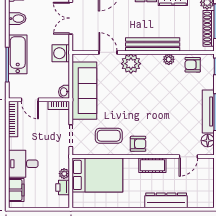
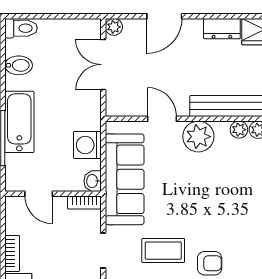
washing machine: (61, 53) -> (87, 145), moved
plant: (157, 59) -> (239, 130), added
bookcase: (13, 119) -> (12, 253), moved, width x0.64

